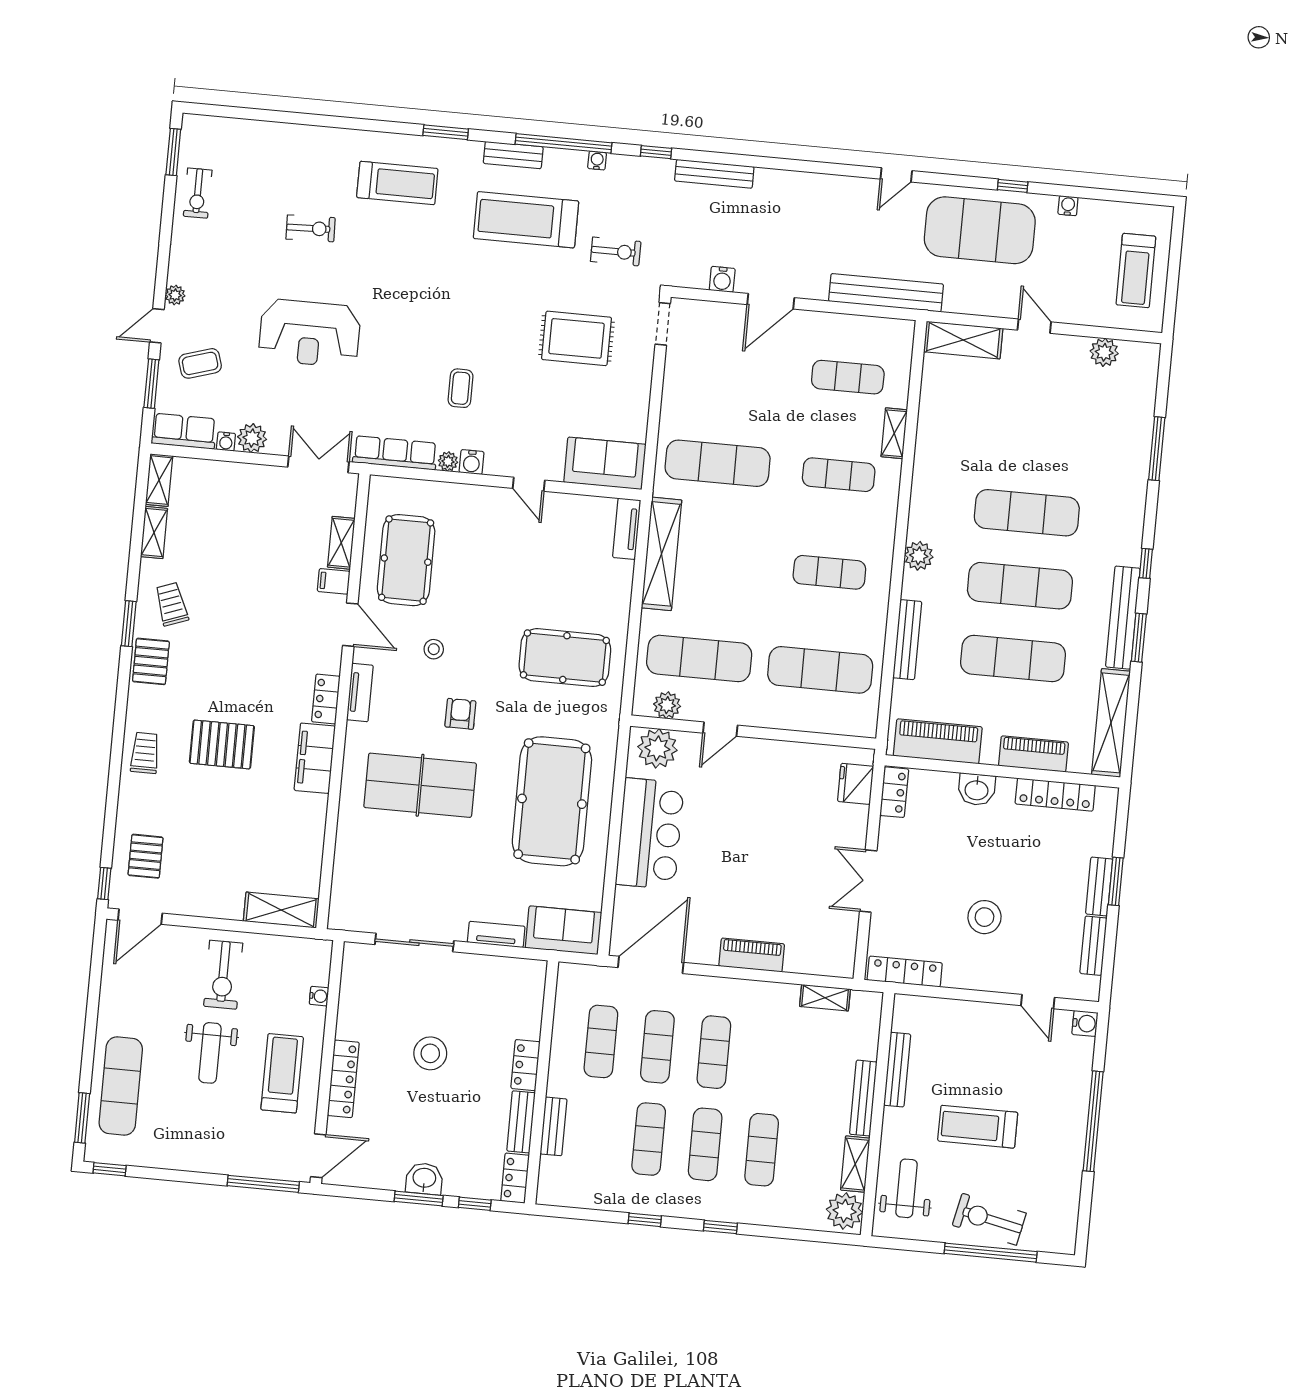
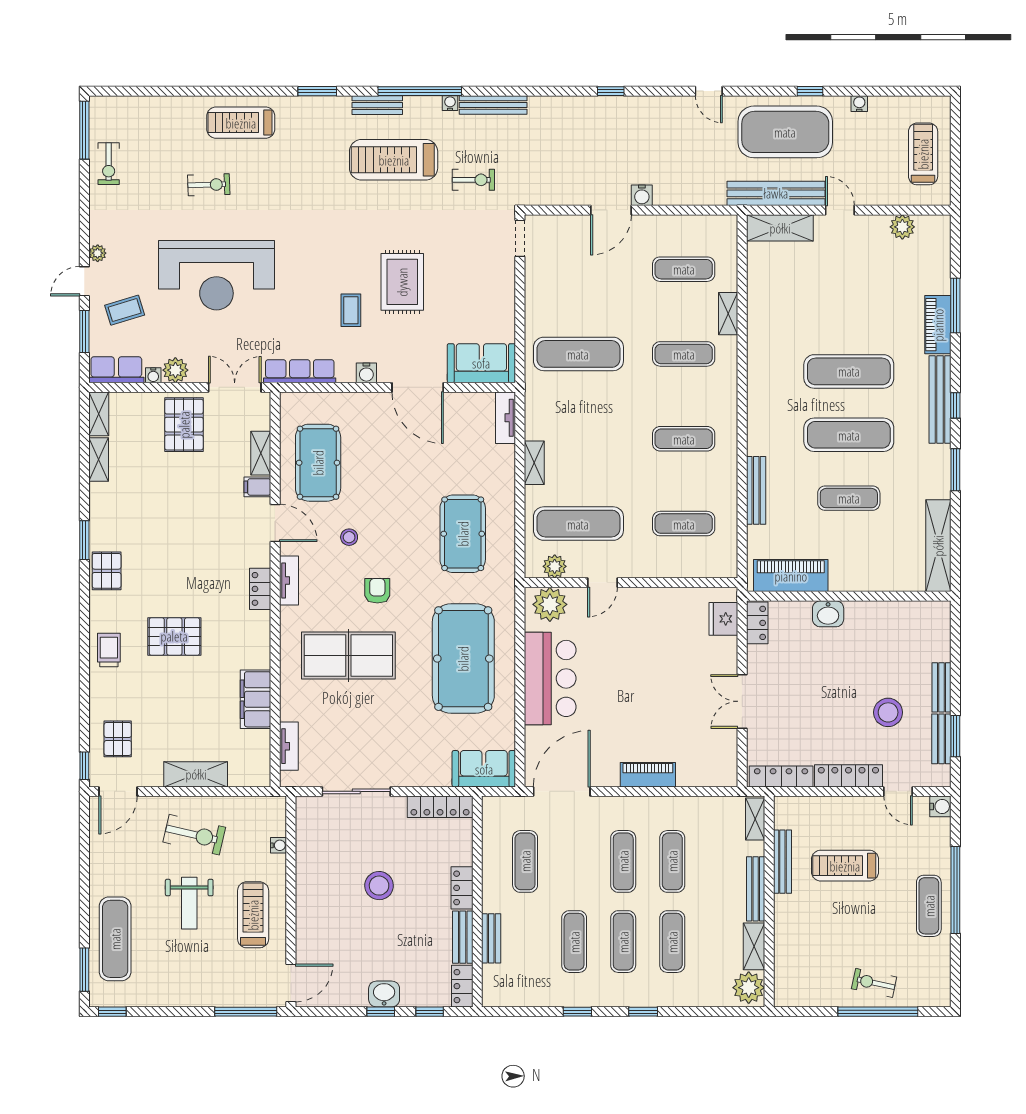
window: (173, 152) -> (84, 130), width x1.44
window: (656, 152) -> (611, 91), moved
bench: (714, 174) -> (493, 105), moved
door: (896, 175) -> (709, 91), hinge flipped
treadmill: (397, 183) -> (241, 123), moved, turned 180
treadmill: (1136, 271) -> (923, 154), turned 180
water cooler: (722, 279) -> (642, 195), moved
bench: (886, 293) -> (776, 193), moved
reception desk: (310, 333) -> (216, 275), width x1.36, depth x1.30
rug: (577, 338) -> (402, 282), moved, turned 90
plant: (448, 461) -> (346, 374), removed
door: (529, 484) -> (418, 387), width x1.87
pallet: (256, 502) -> (184, 425), added
shelving: (661, 554) -> (534, 463), width x0.45, depth x0.75
plant: (919, 556) -> (759, 417), removed
trolley: (172, 604) -> (120, 520), removed
bench: (1123, 618) -> (940, 400), moved
pool table: (565, 658) -> (463, 534), turned 90
exercise mat: (1013, 659) -> (849, 498), width x0.73, depth x0.69
exercise mat: (820, 670) -> (684, 524), width x0.73, depth x0.69
piano: (1033, 754) -> (938, 325), moved, turned -90
filing cabinet: (315, 758) -> (256, 699), moved
locker: (1055, 795) -> (848, 776), moved, turned 180
window: (1116, 881) -> (955, 736), moved
shelving: (281, 910) -> (196, 774), moved
stool: (984, 917) -> (888, 712), moved
tv unit: (496, 934) -> (289, 746), moved, turned 90
exercise bike: (223, 975) -> (194, 835), turned -77
shelving: (825, 998) -> (755, 819), moved, turned 90
exercise mat: (657, 1047) -> (672, 861), moved
locker: (343, 1079) -> (440, 807), moved, turned 90
treadmill: (978, 1127) -> (845, 866), moved
exercise mat: (1061, 1136) -> (929, 906), added
weight bench: (906, 1188) -> (800, 963), removed
window: (419, 1198) -> (381, 1012), width x0.67
exercise bike: (989, 1219) -> (874, 983), width x0.73, depth x0.72

